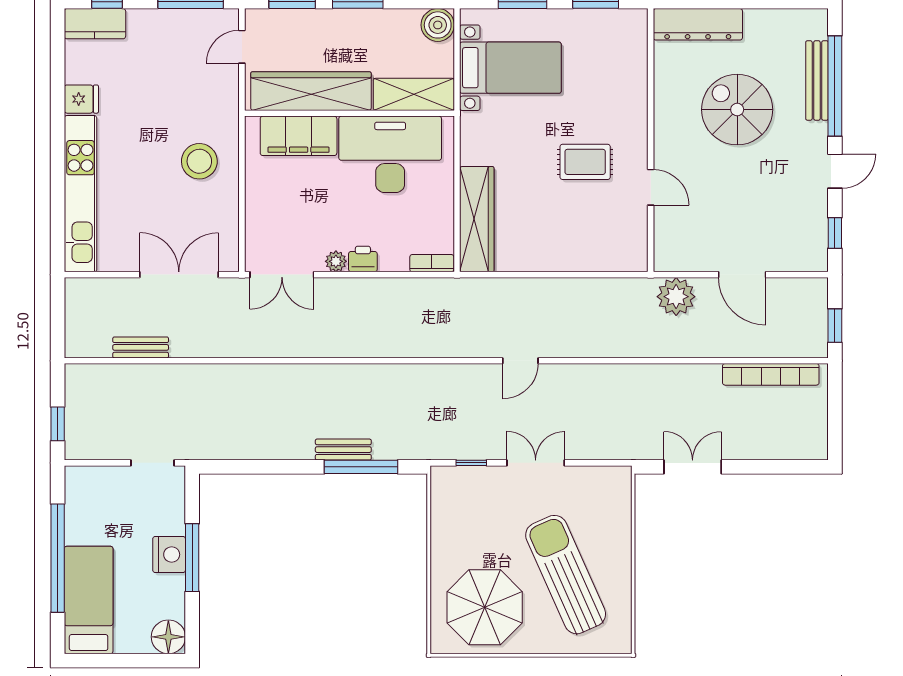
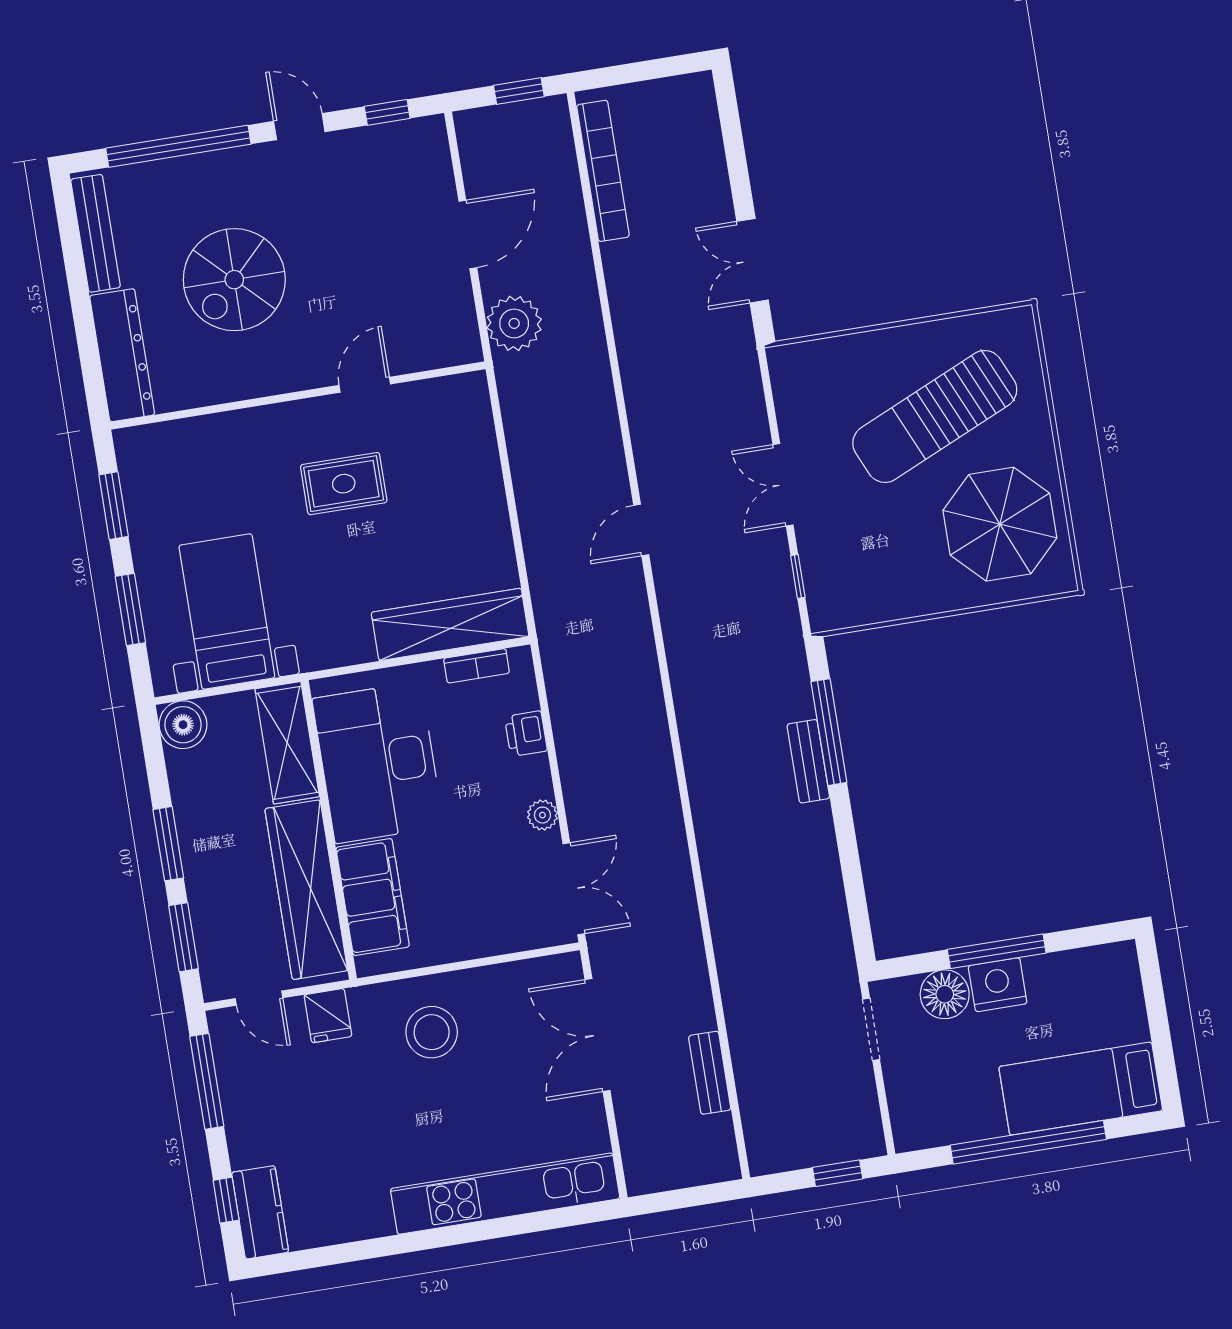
bench: (817, 80) -> (96, 233), moved, turned 90
fridge: (81, 99) -> (328, 1016), moved, turned 180
rug: (585, 162) -> (344, 484), turned 90
printer: (363, 259) -> (526, 734), moved
bookcase: (432, 263) -> (476, 666), moved, turned -90
door: (520, 361) -> (641, 530), swing flipped
floor lamp: (168, 637) -> (945, 994), moved

